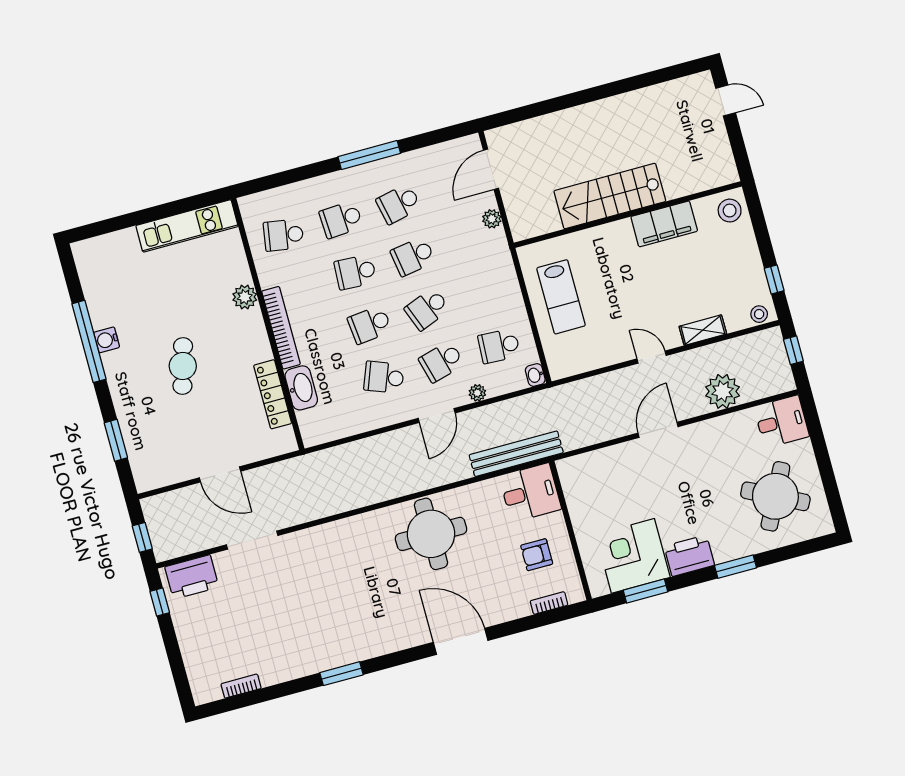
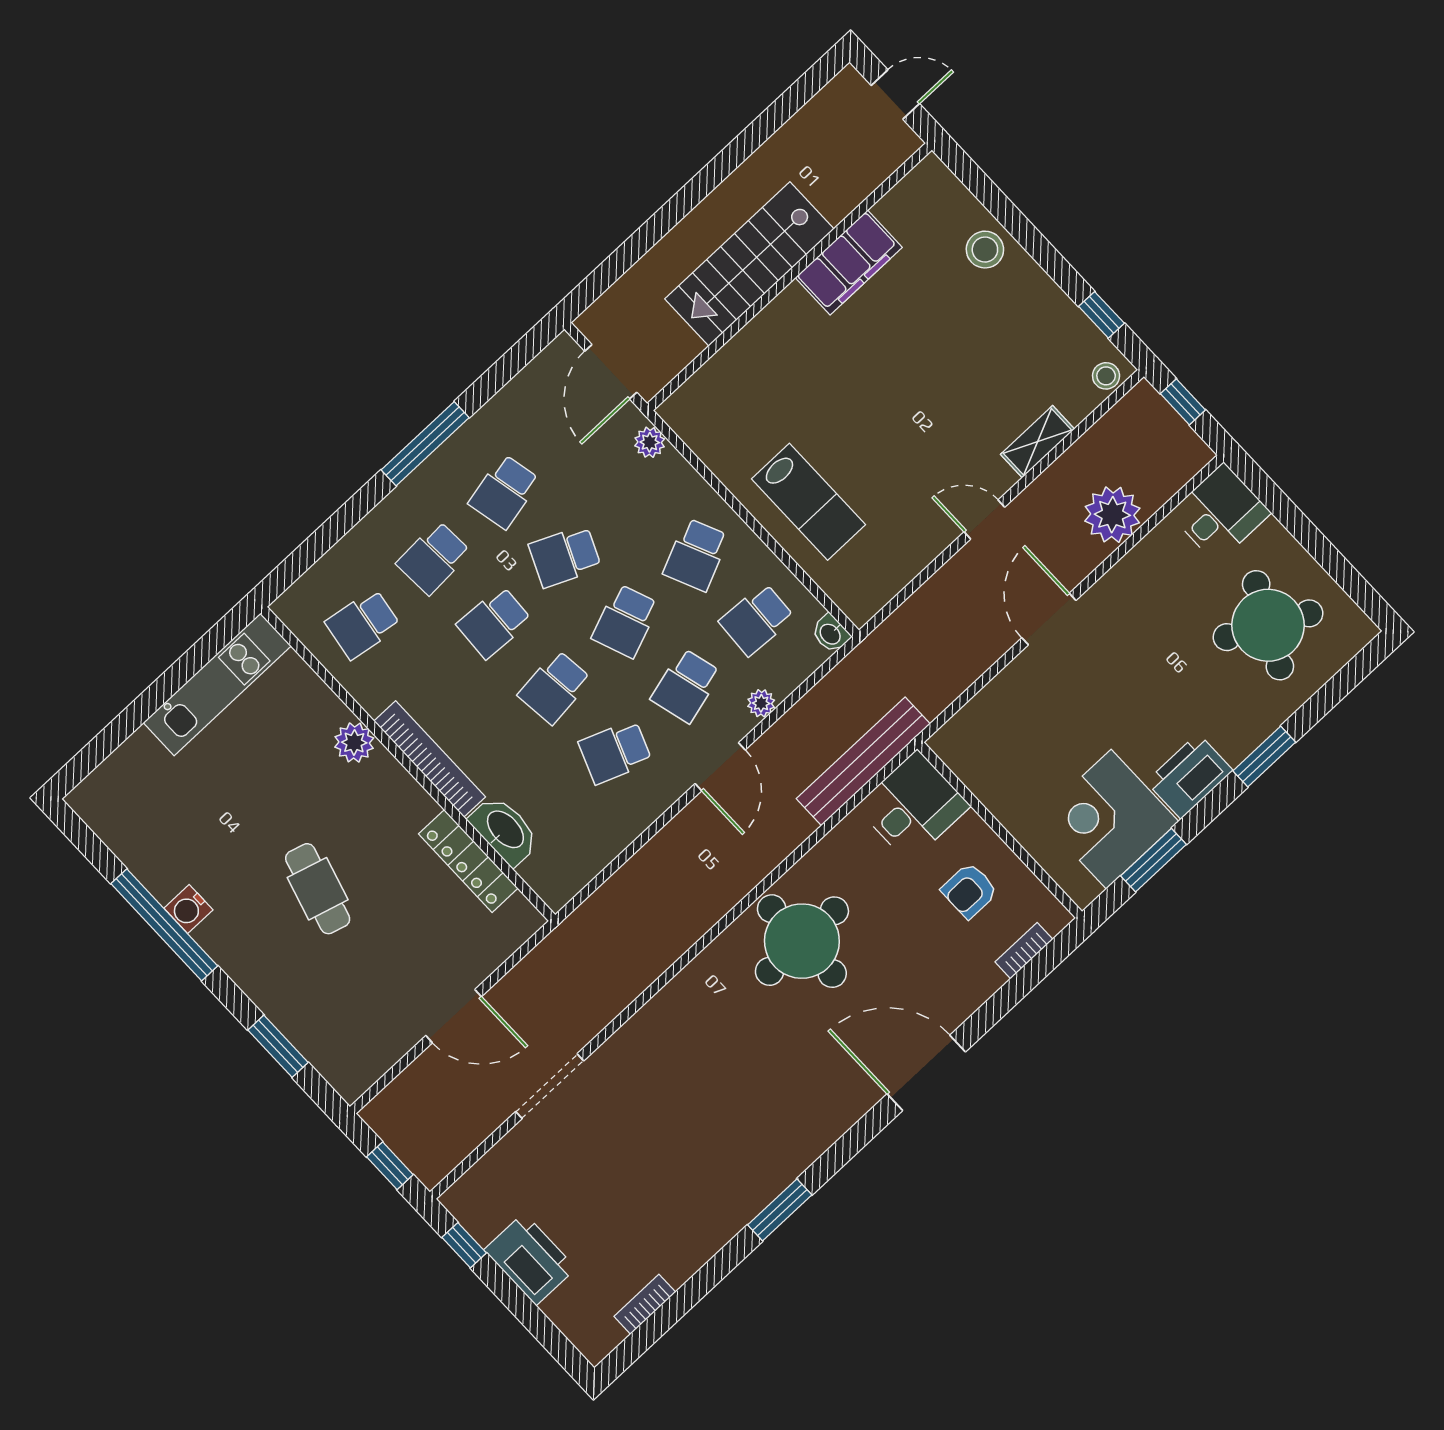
stairs: (610, 196) -> (749, 264), moved
wall: (628, 215) -> (789, 277), moved
filing cabinet: (664, 224) -> (849, 263), moved
school desk: (413, 256) -> (565, 556), turned 33
school desk: (485, 293) -> (696, 555), added
printer: (192, 577) -> (530, 1259), moved, turned -90

